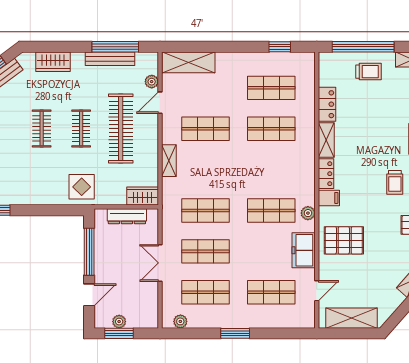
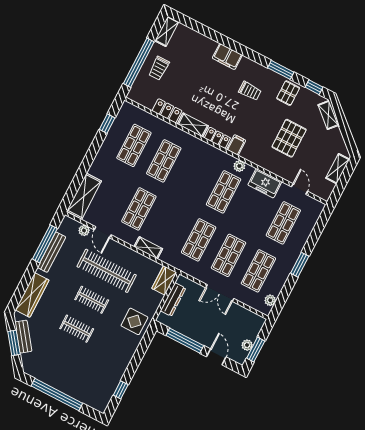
wardrobe: (53, 62) -> (32, 295), width x1.50
trolley: (368, 72) -> (159, 68), turned 180
pallet: (344, 240) -> (289, 138), moved
shelving: (351, 318) -> (338, 169), width x0.67, depth x0.75

